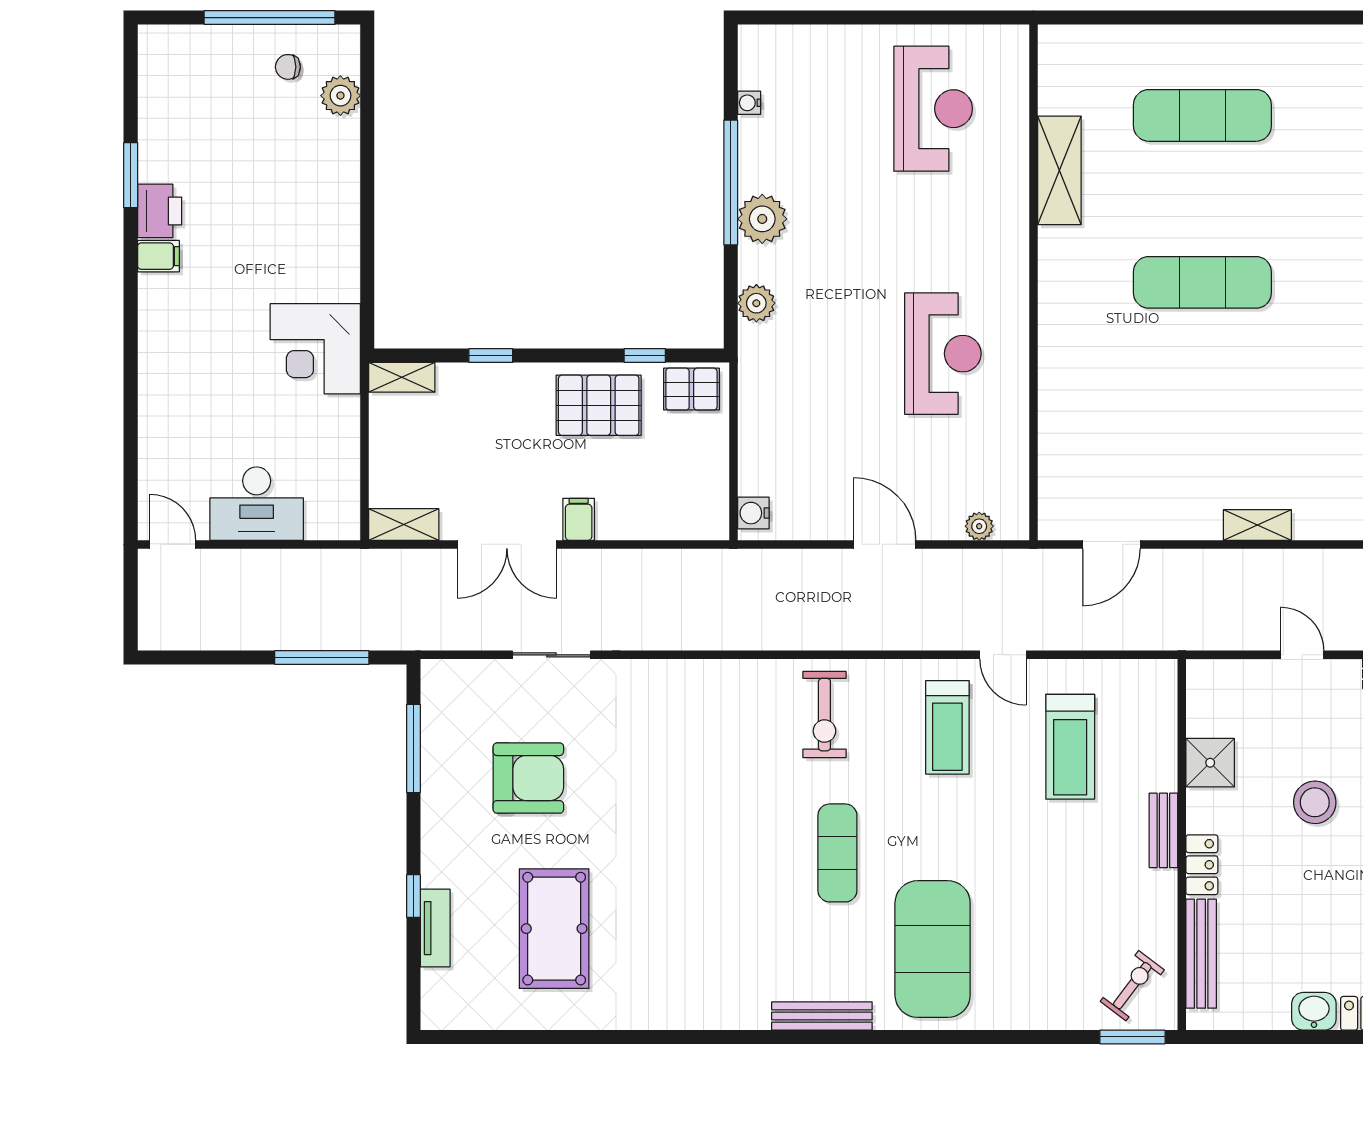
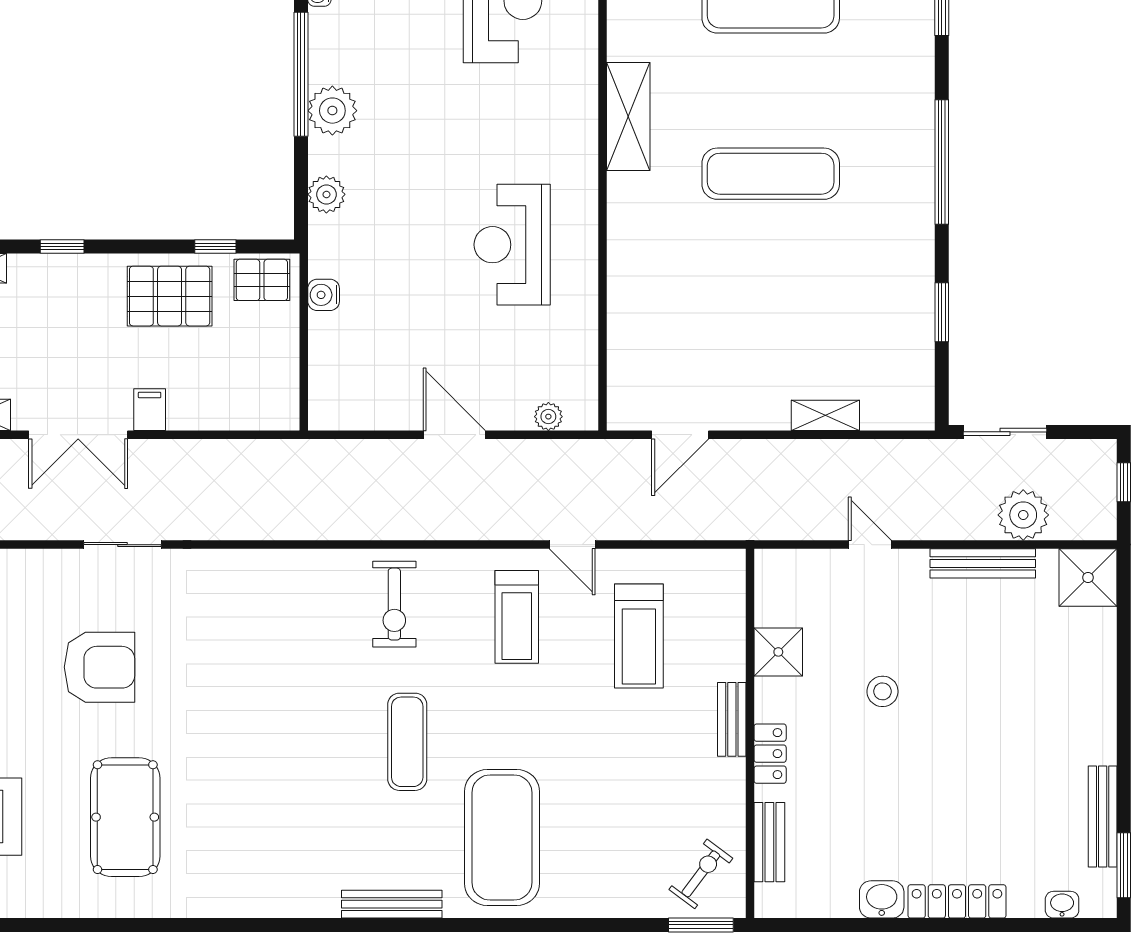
shelving: (1059, 170) -> (628, 116), moved
reception desk: (943, 354) -> (512, 245), turned 180
water cooler: (753, 513) -> (324, 295), moved
stool: (1315, 802) -> (882, 691), width x0.73, depth x0.73
bench: (1201, 954) -> (769, 842), width x0.73

